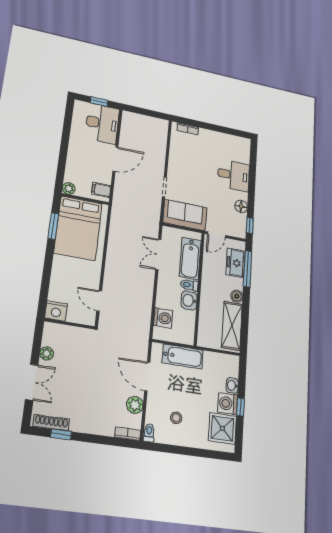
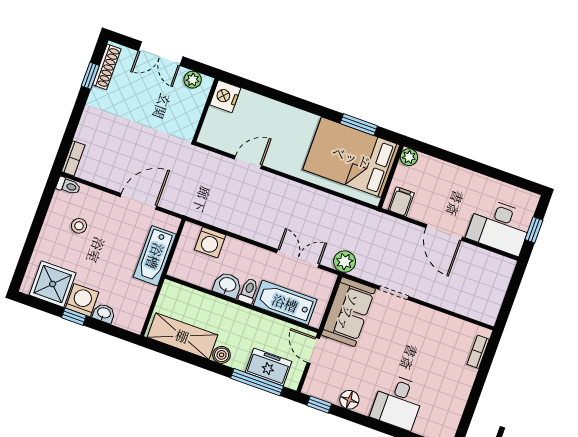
nightstand: (56, 311) -> (225, 96), moved
wall: (70, 324) -> (205, 110), moved
plant: (135, 405) -> (345, 262), moved

